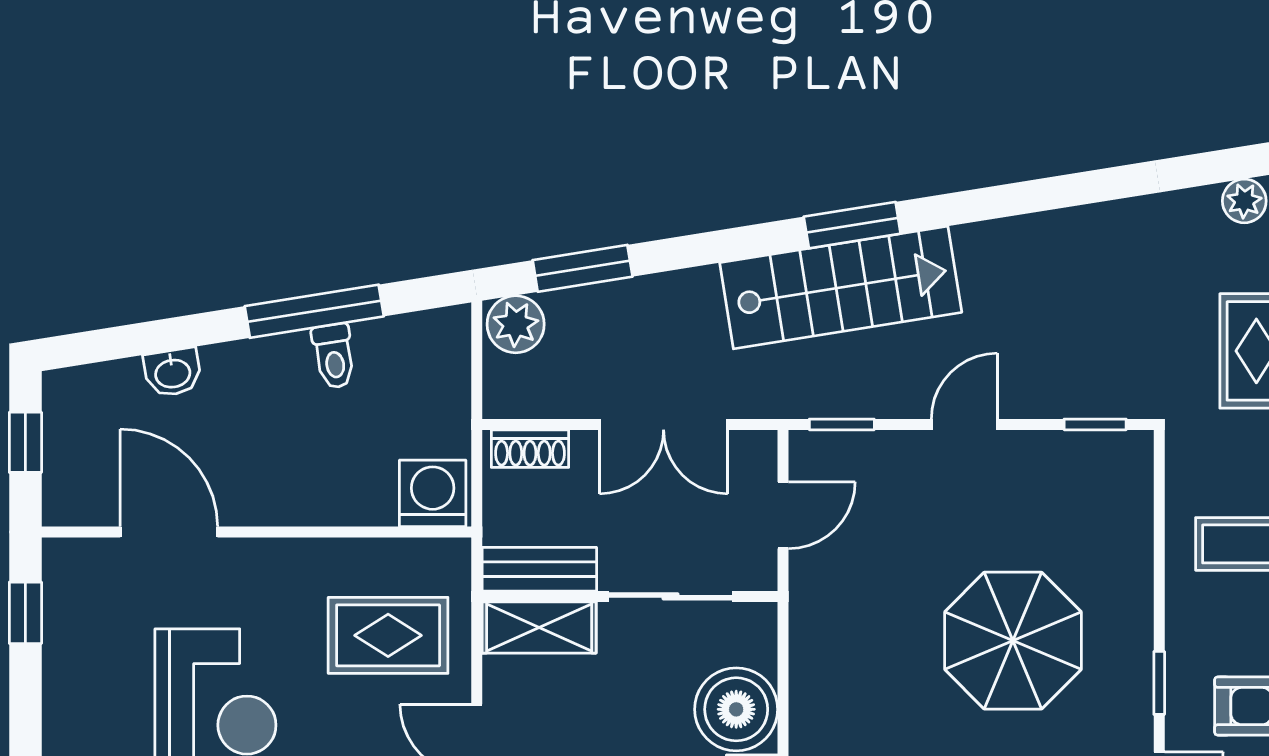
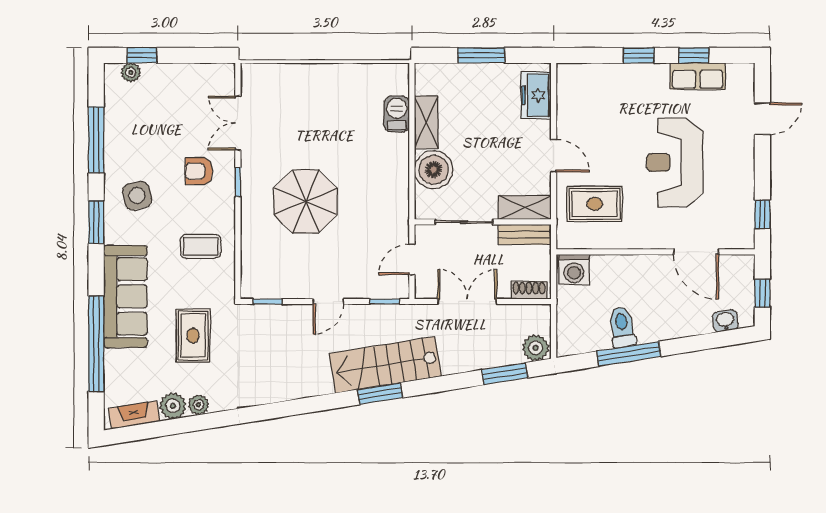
toilet: (334, 356) -> (622, 327), width x1.37, depth x1.39
washbasin: (173, 372) -> (725, 321), moved

